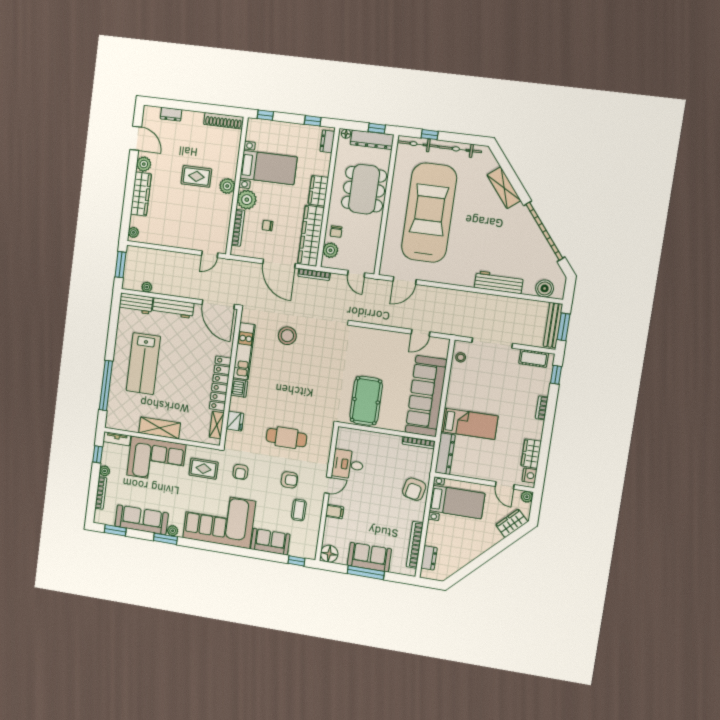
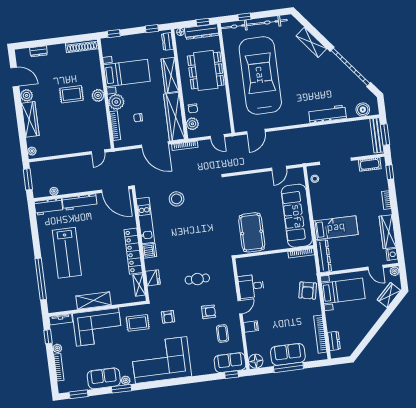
wardrobe: (318, 191) -> (170, 75), width x1.50
cafe table: (286, 438) -> (197, 279), width x0.73, depth x0.74
wardrobe: (531, 454) -> (388, 232), width x1.50
sofa: (142, 520) -> (104, 378), width x0.73
sofa: (270, 542) -> (230, 363), moved

